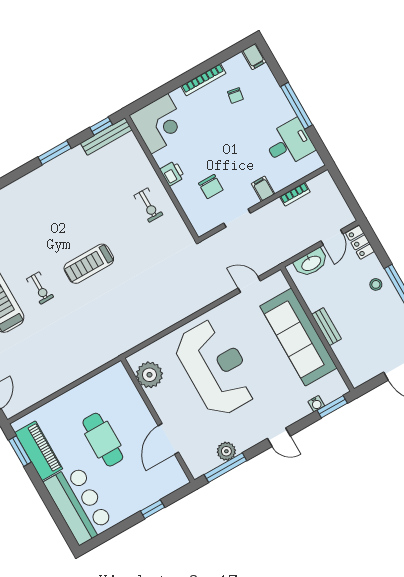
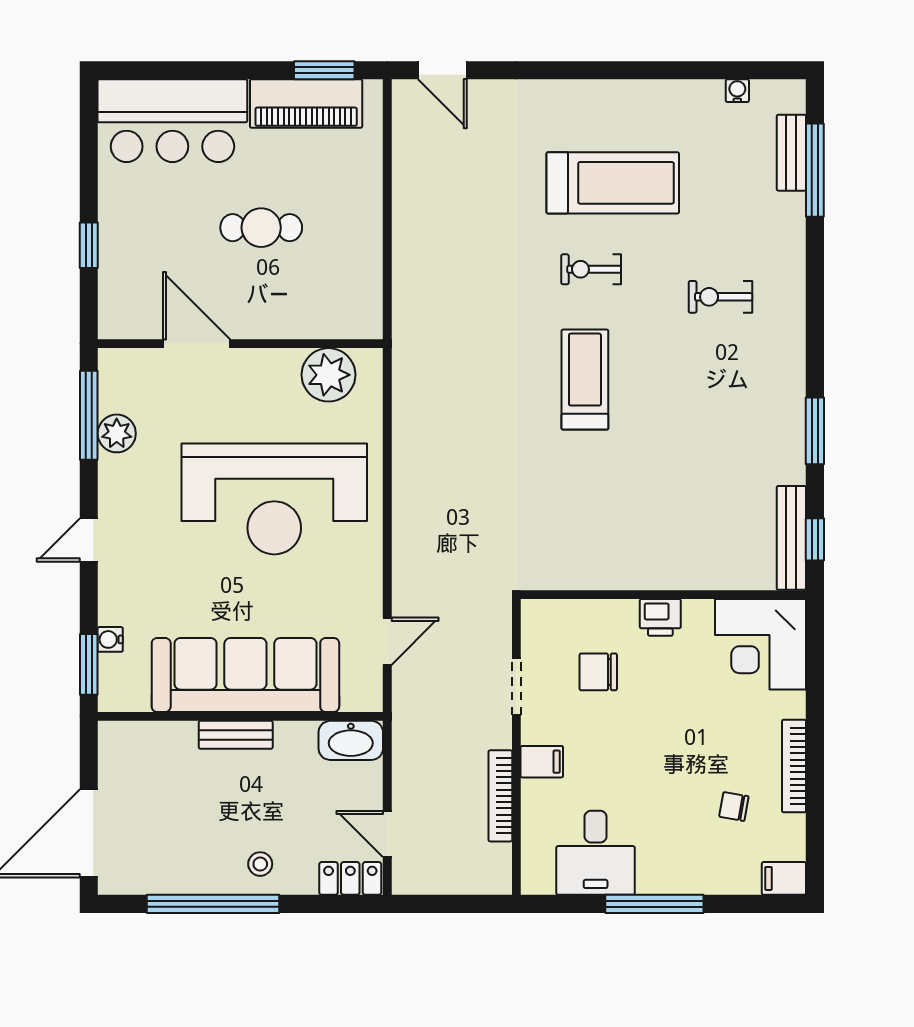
bookcase: (295, 194) -> (500, 796), width x1.56
exercise bike: (148, 205) -> (720, 297), moved
washbasin: (311, 263) -> (351, 740), moved, turned -90
cafe table: (103, 440) -> (261, 228), width x0.73, depth x0.74

